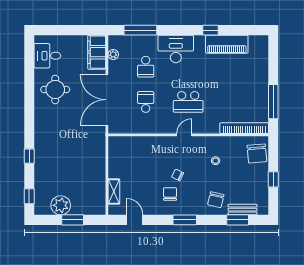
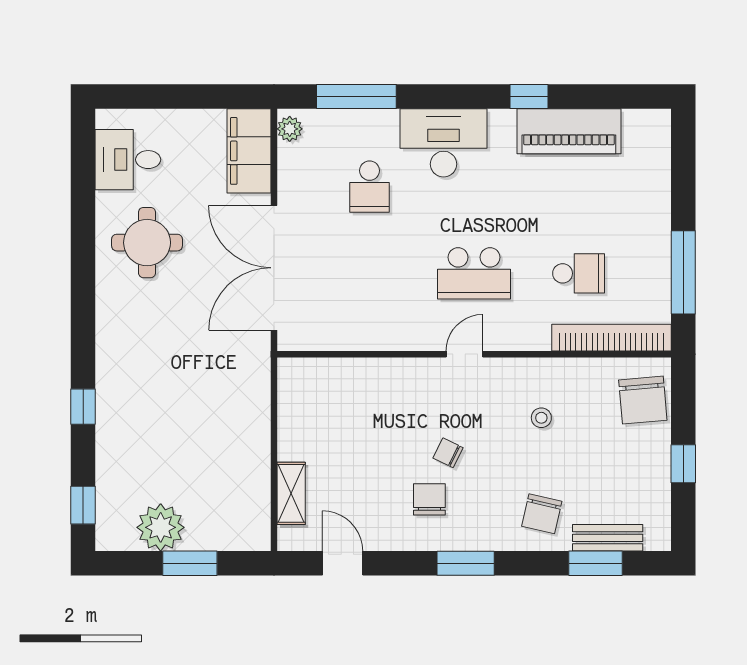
plant: (113, 54) -> (290, 129), moved
school desk: (146, 102) -> (579, 273), moved, turned 90

